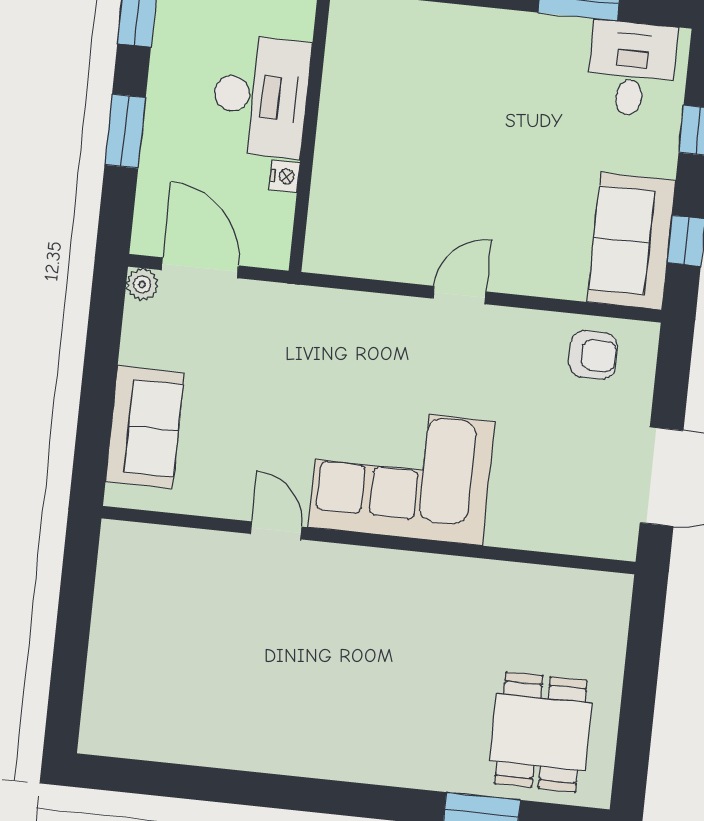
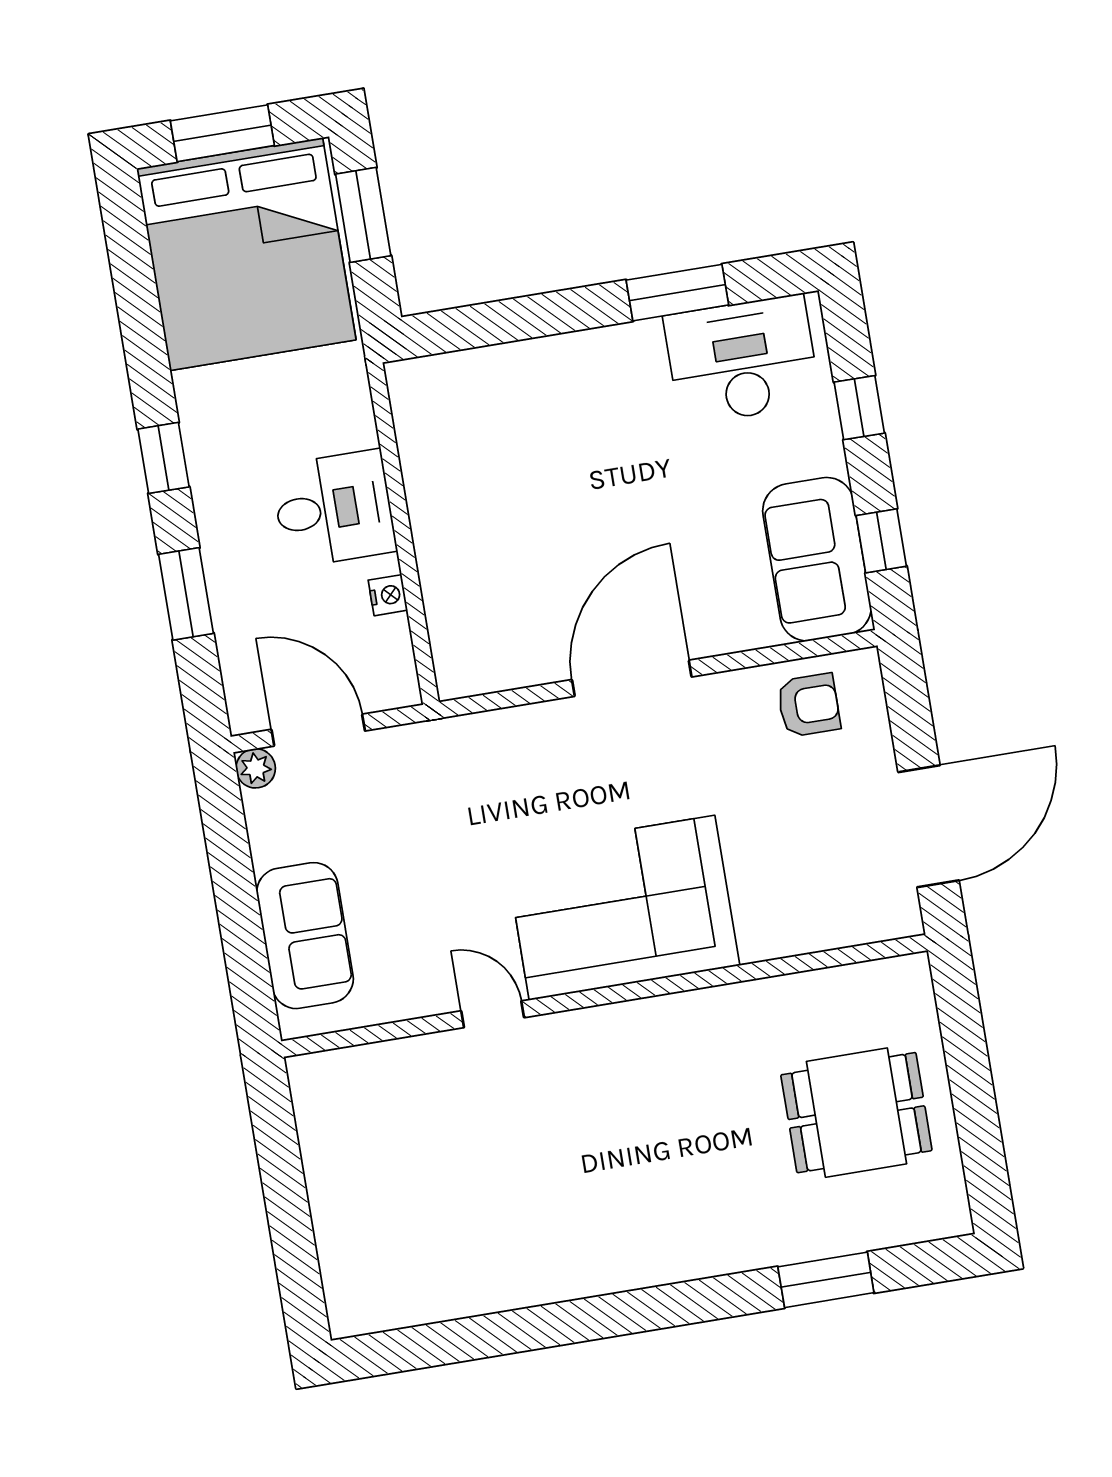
desk: (632, 69) -> (742, 360), width x1.37
desk: (261, 96) -> (334, 509), width x0.73
door: (459, 295) -> (632, 678), width x1.88
dining table: (541, 732) -> (856, 1113), moved, turned 90

